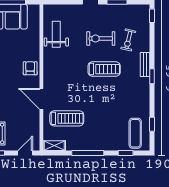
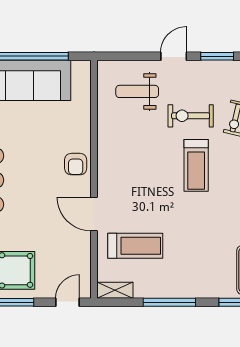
weight bench: (56, 34) -> (137, 91), moved, turned -90
armchair: (30, 68) -> (76, 164), turned 180
treadmill: (104, 69) -> (196, 165), turned 90

